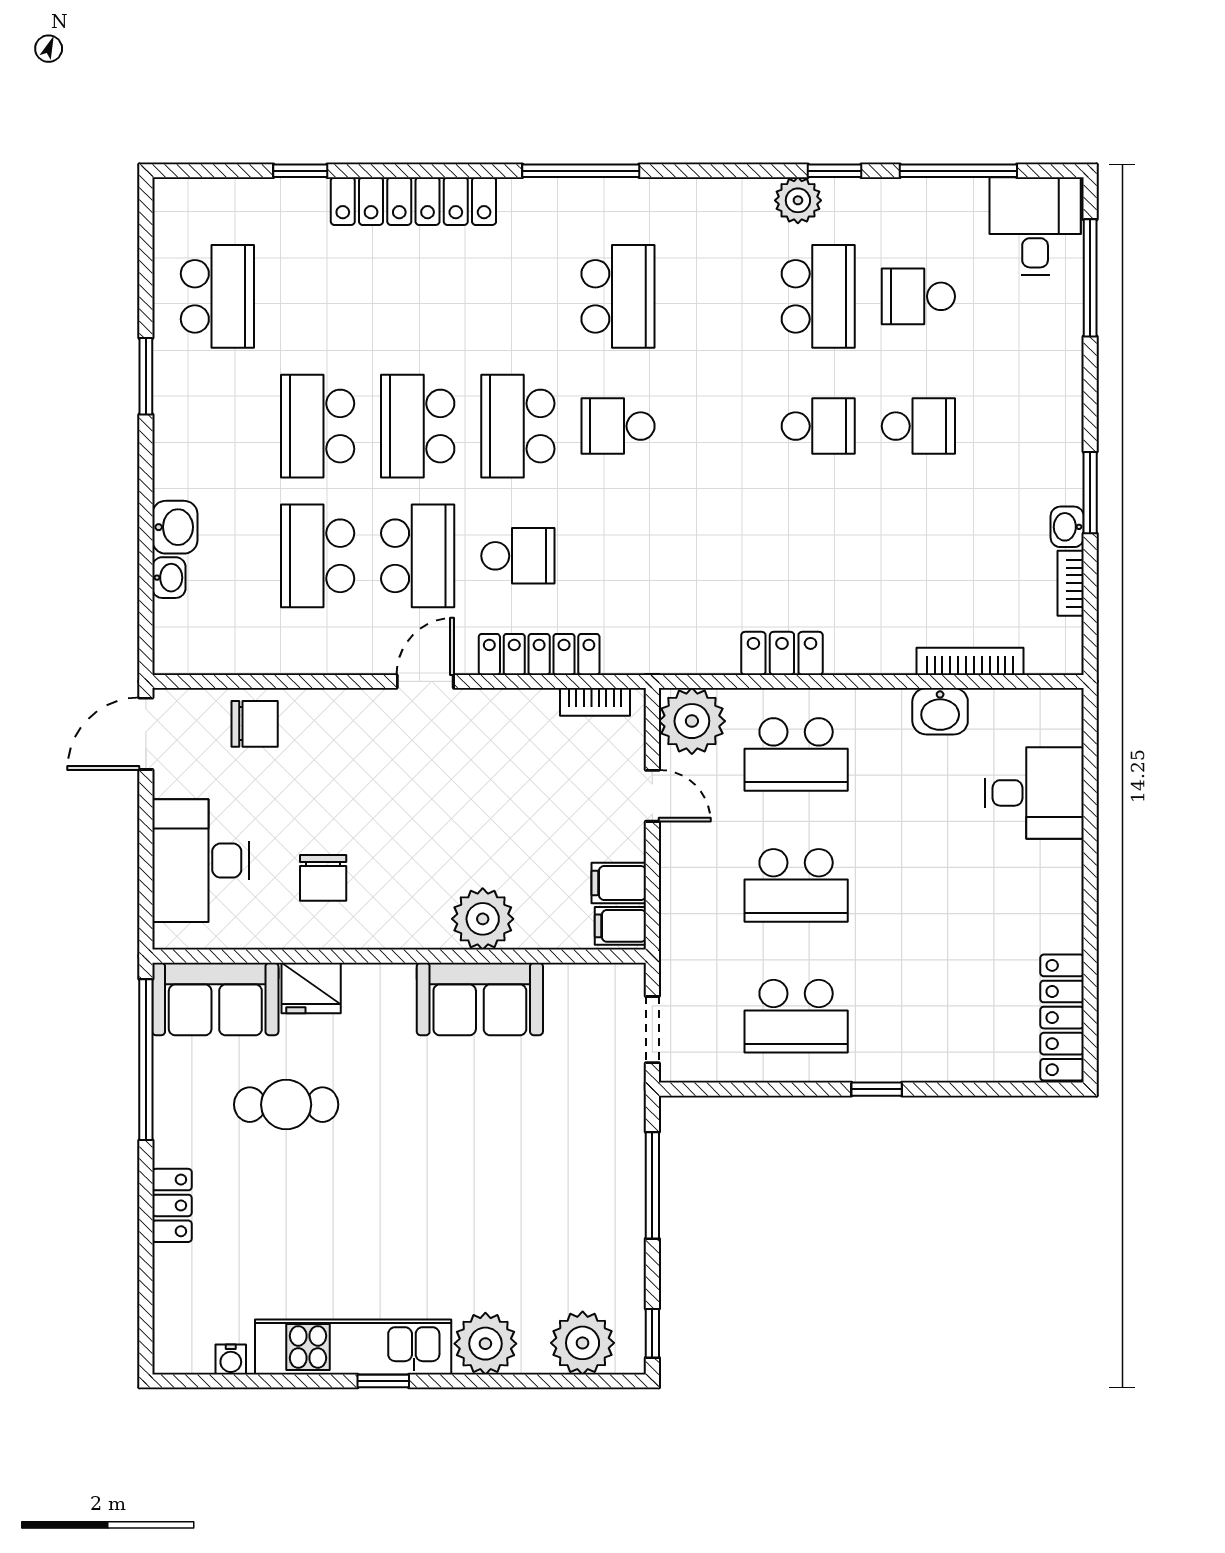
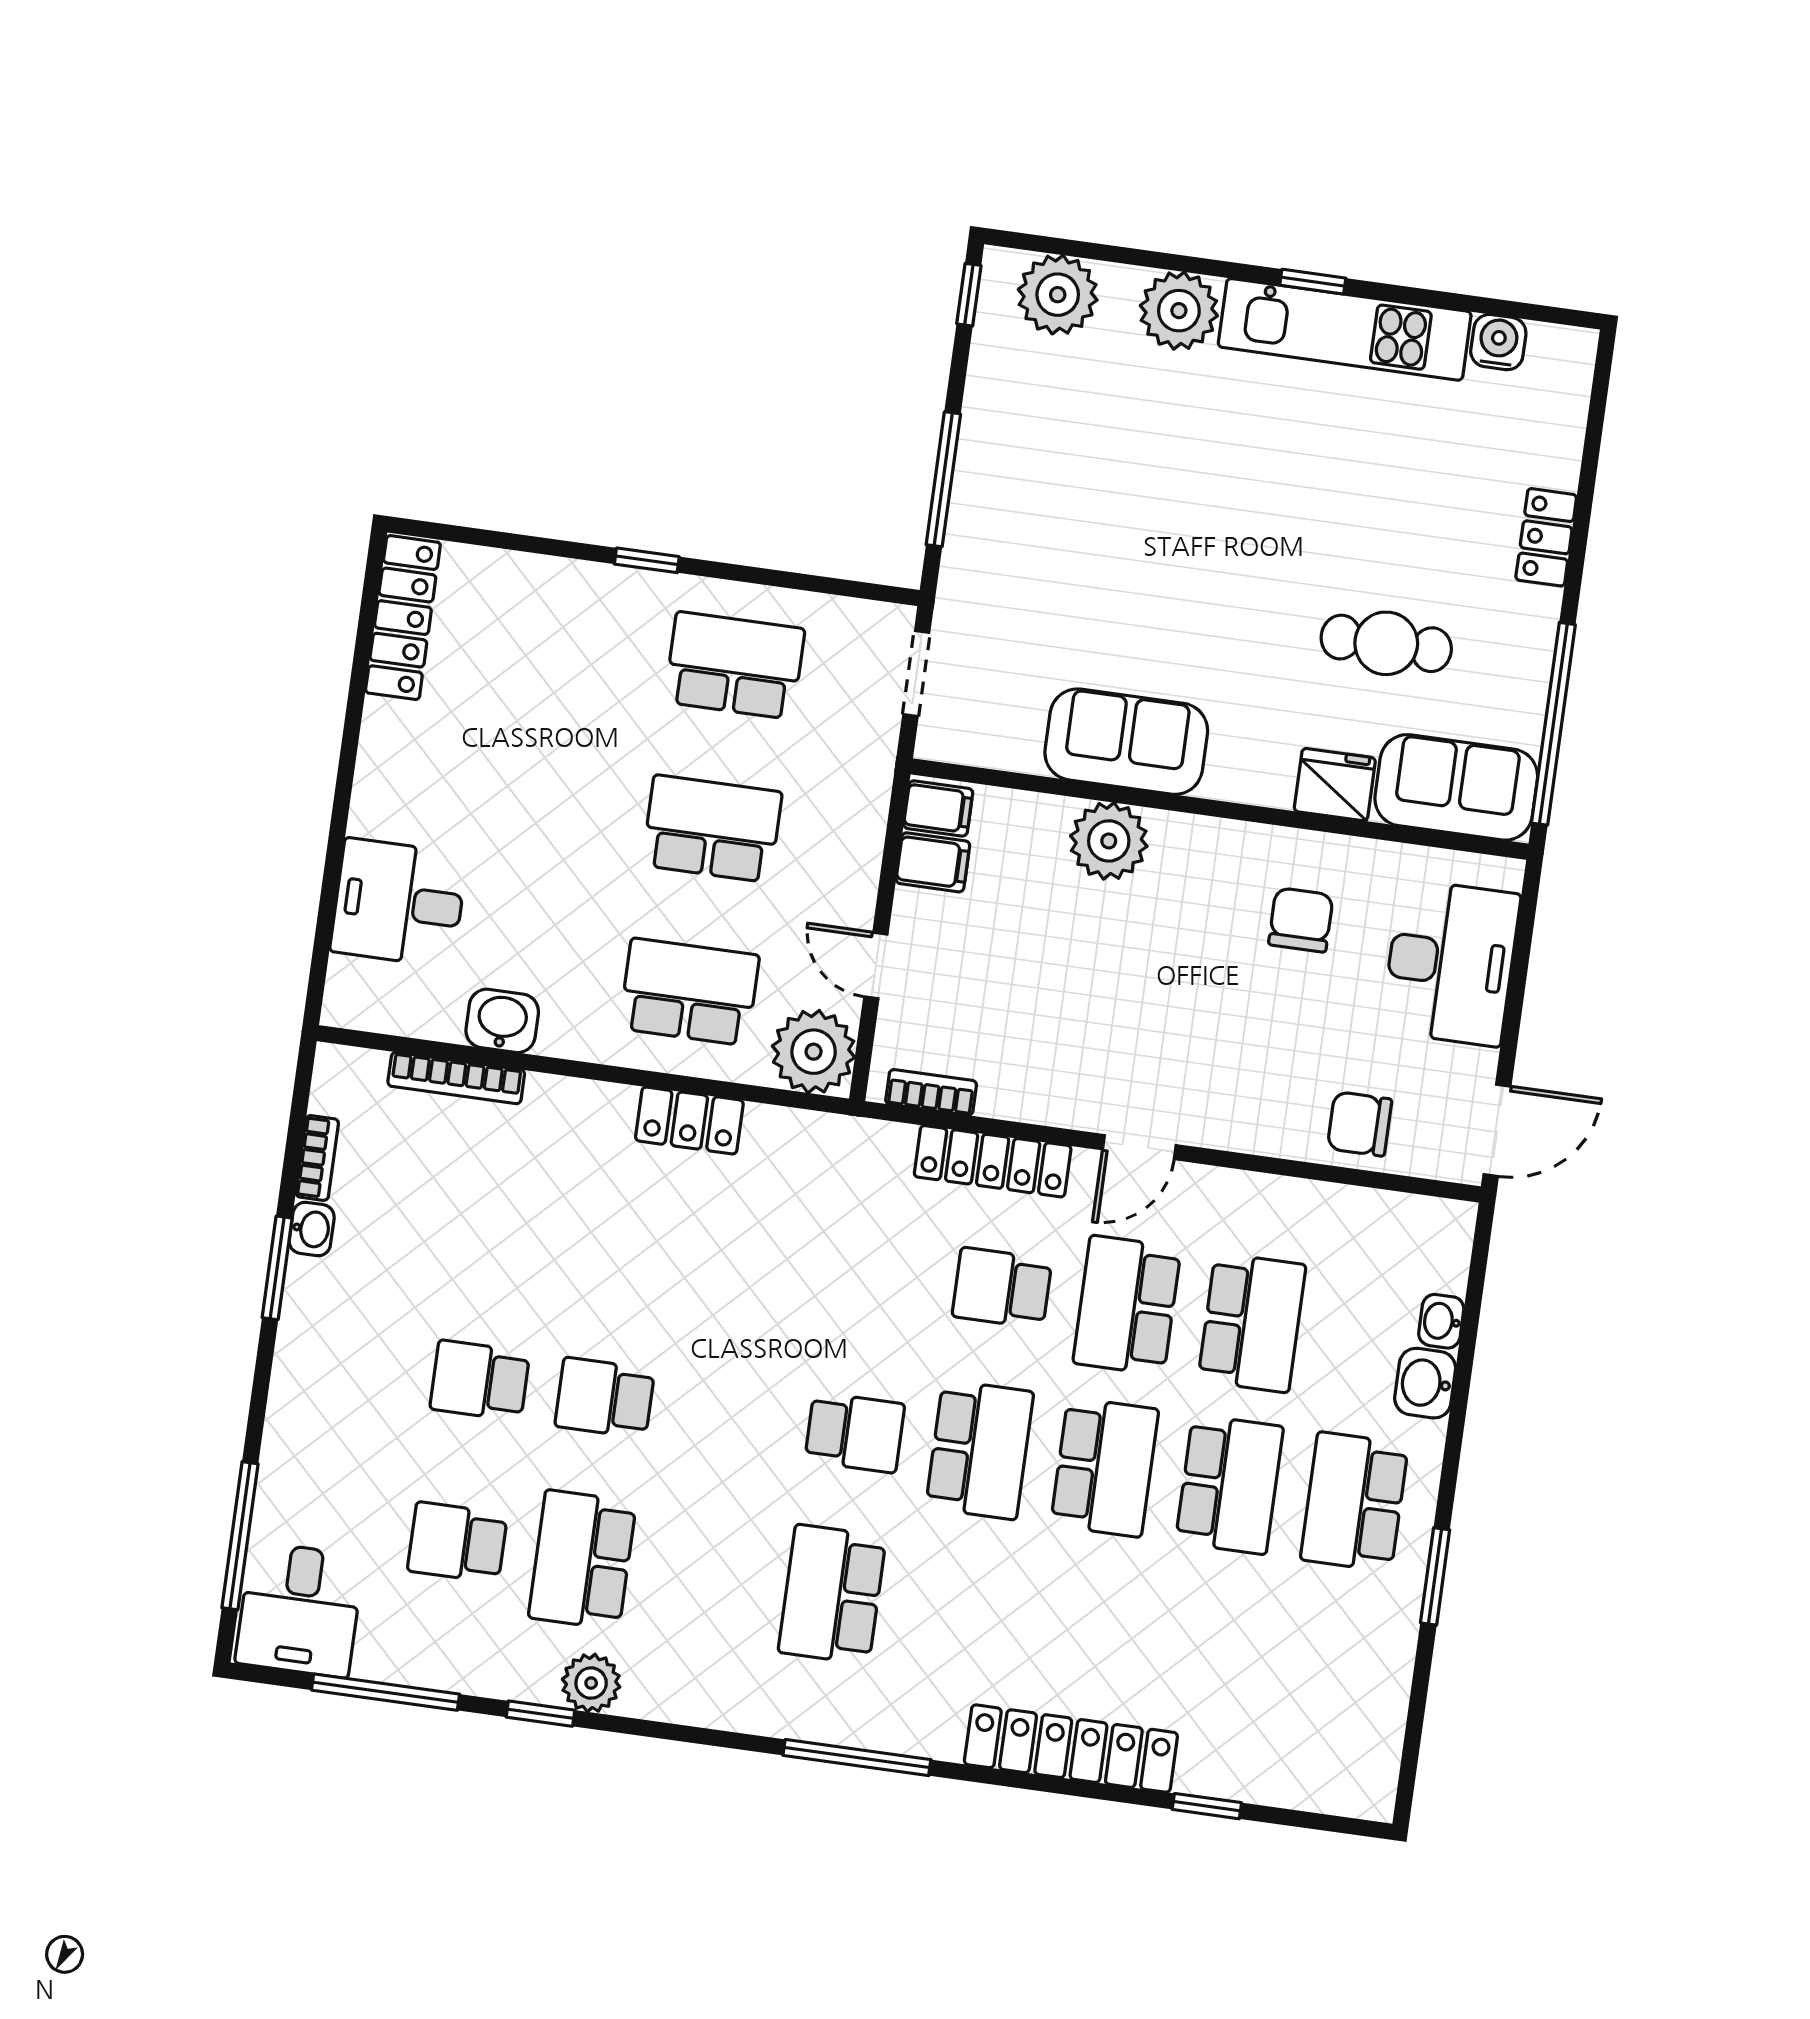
school desk: (217, 296) -> (1354, 1502), moved
school desk: (918, 296) -> (457, 1542), turned 180
water cooler: (231, 1359) -> (1498, 342), width x1.38, depth x1.38

